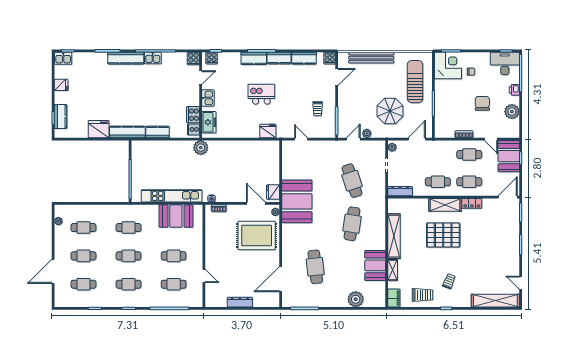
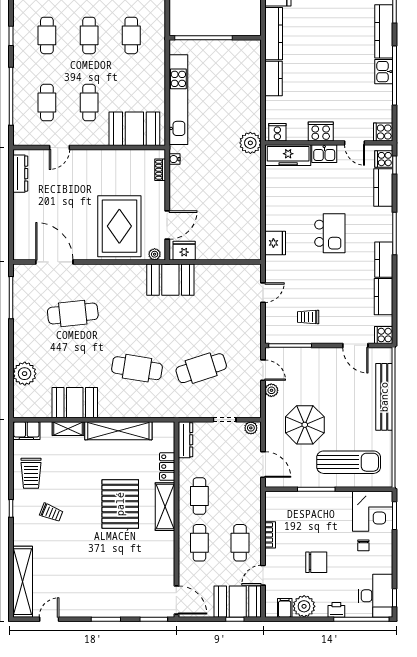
kitchen counter: (254, 58) -> (383, 188), moved
cooker: (193, 115) -> (321, 132), moved
freezer: (209, 122) -> (288, 155), width x1.40
filing cabinet: (513, 125) -> (285, 608), added
booth: (297, 201) -> (170, 280), width x0.73, depth x0.70
locker: (472, 203) -> (167, 467), moved
booth: (176, 216) -> (134, 129), moved, turned 90
dresser: (240, 302) -> (20, 174), moved

